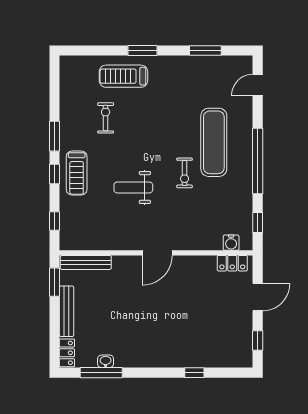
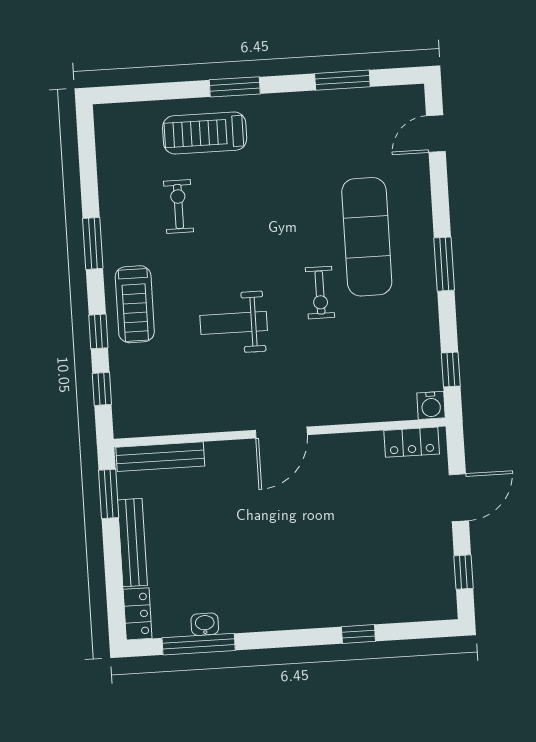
window: (258, 161) -> (444, 264), width x0.47
window: (54, 174) -> (98, 331), moved
water cooler: (231, 243) -> (431, 405), moved

